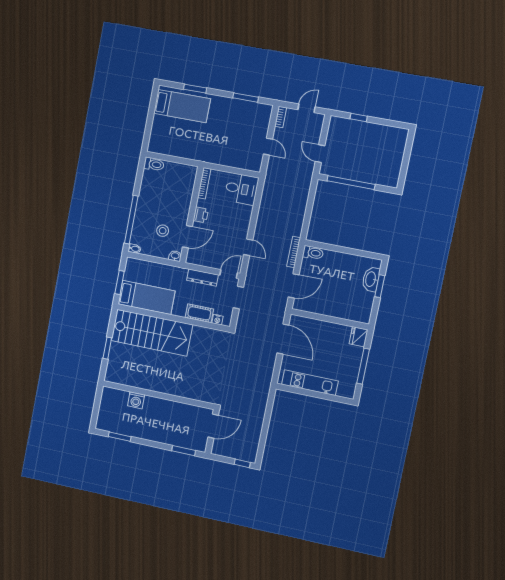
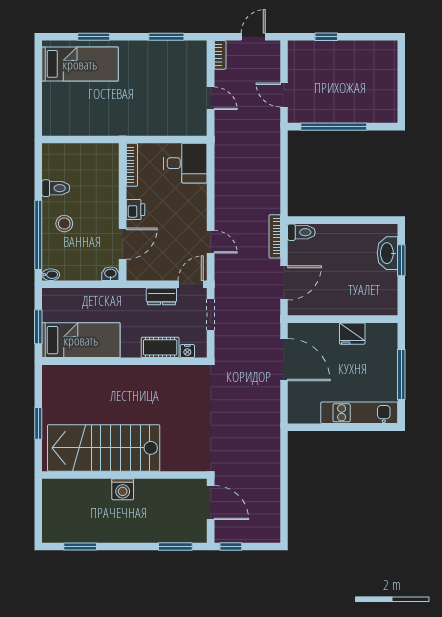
toilet: (154, 164) -> (56, 188), moved
stool: (163, 231) -> (64, 224), moved
dresser: (202, 278) -> (161, 296), width x0.70
stairs: (152, 333) -> (104, 448), moved, turned 180
fridge: (359, 337) -> (352, 334), moved, turned -90
kitchen unit: (310, 383) -> (359, 413), moved
washing machine: (136, 400) -> (123, 489), moved
door: (213, 426) -> (211, 503), hinge flipped
window: (242, 463) -> (231, 546), moved

